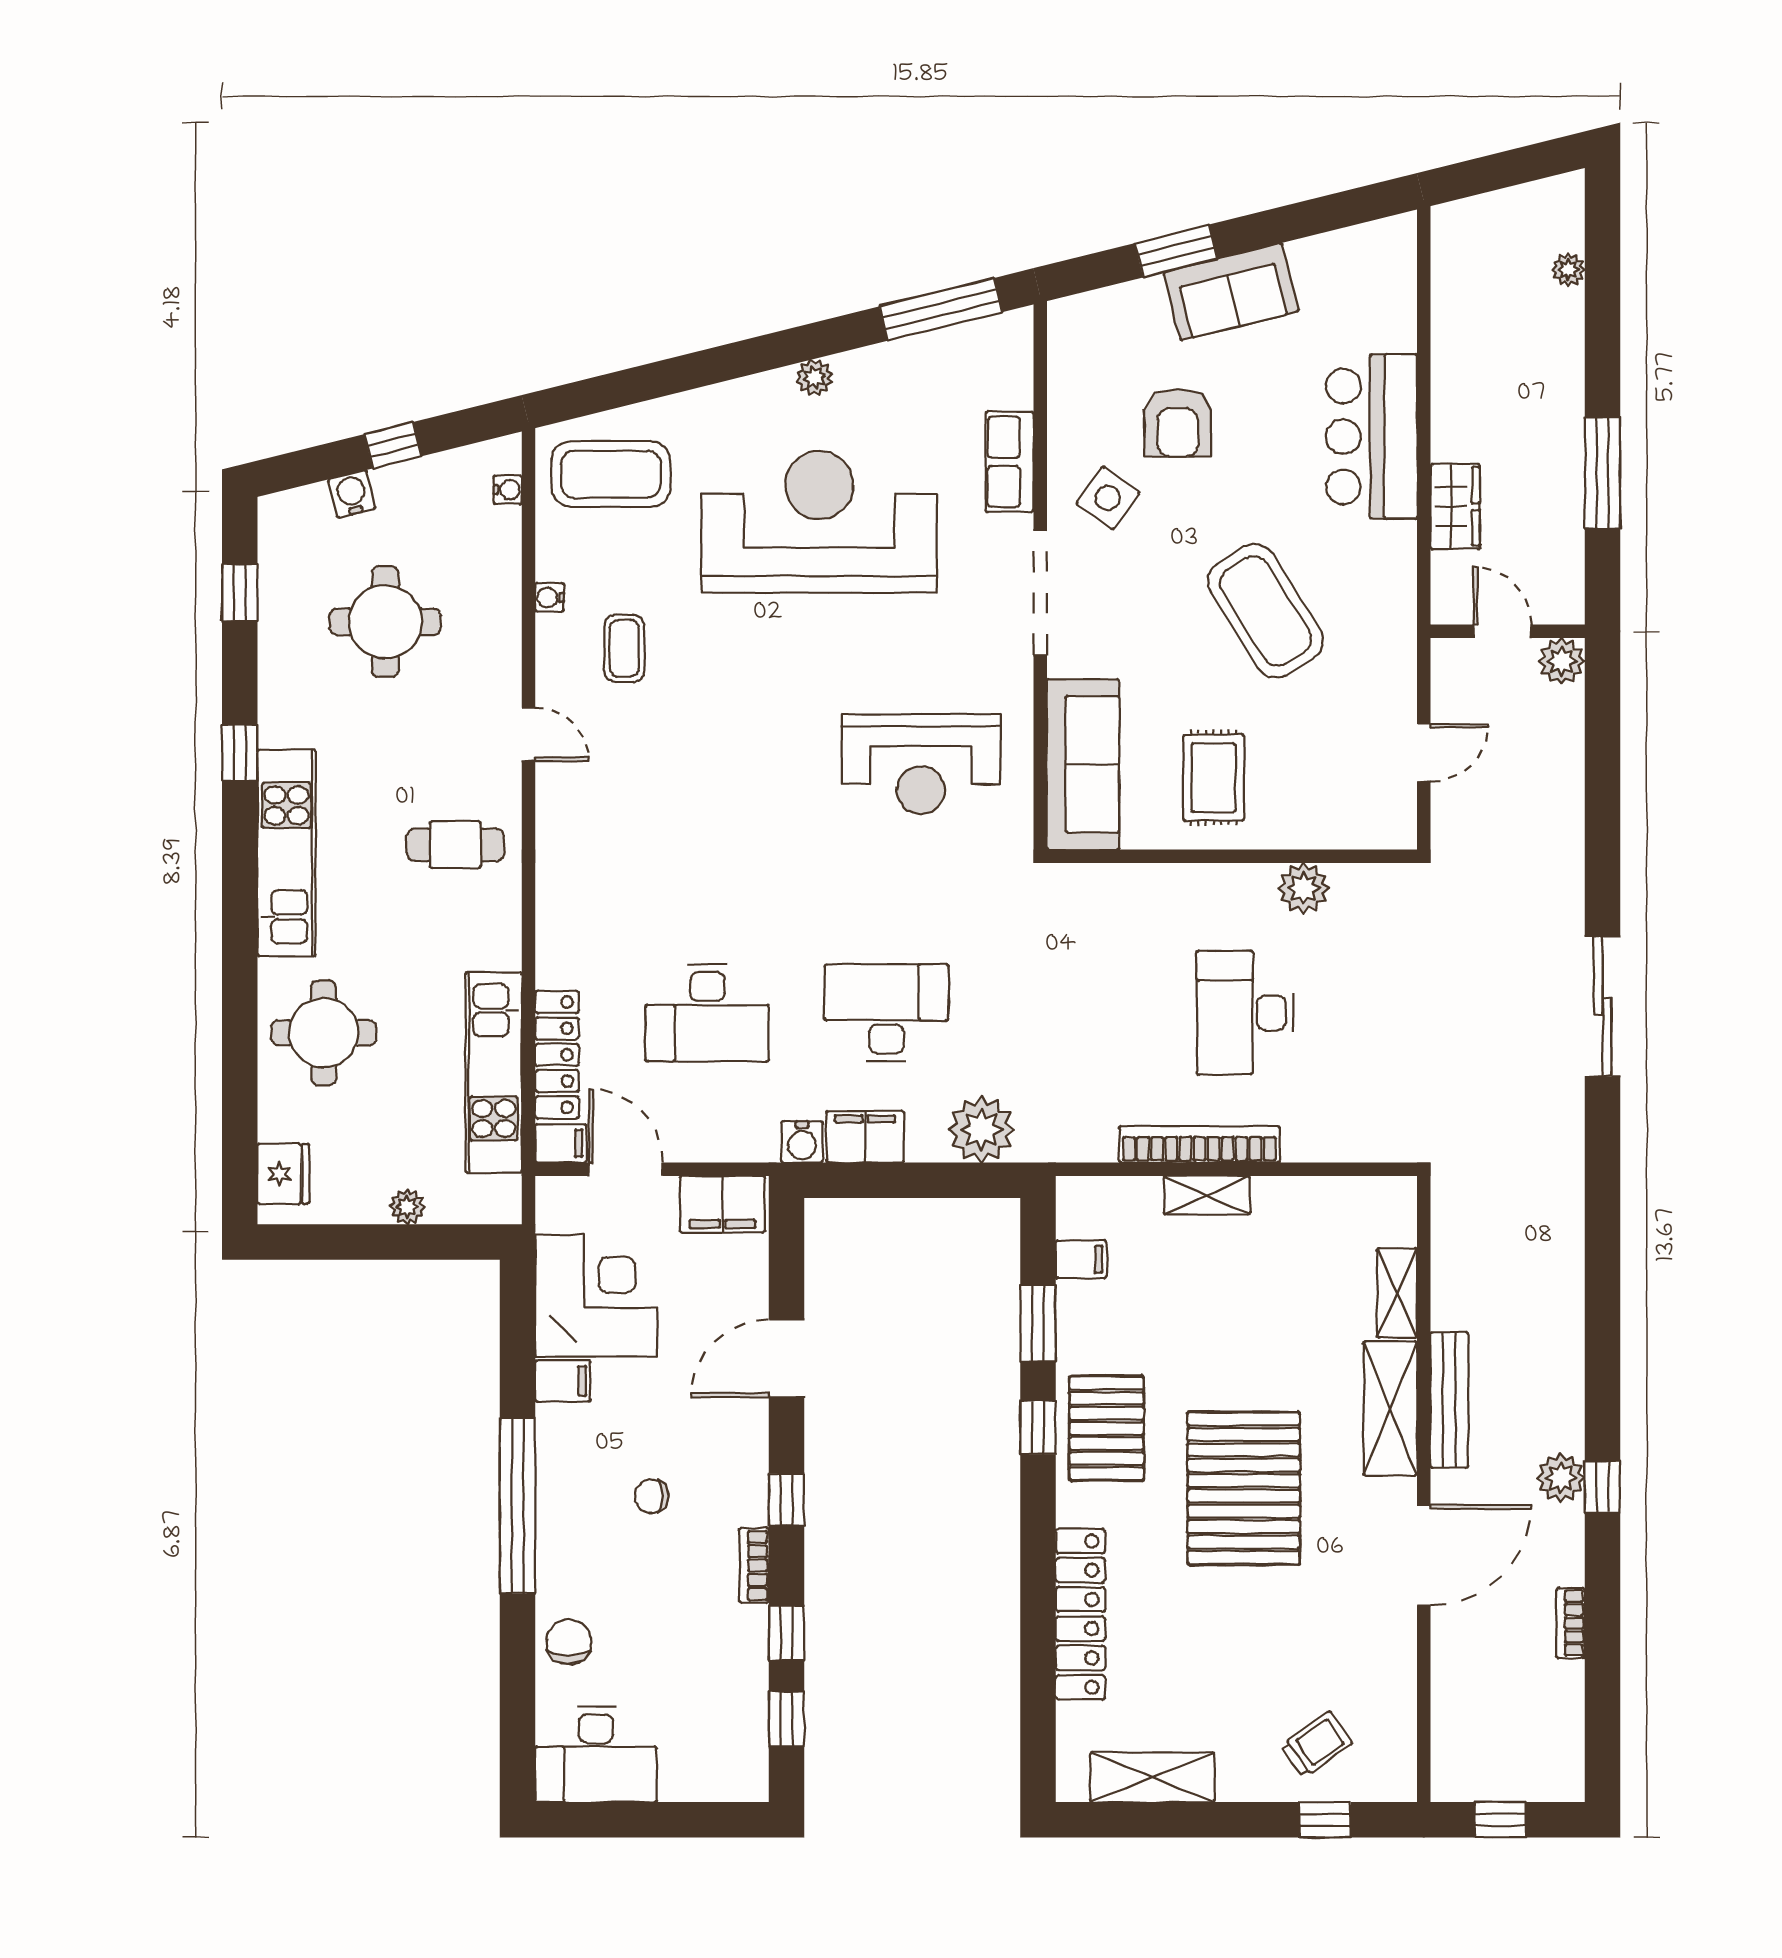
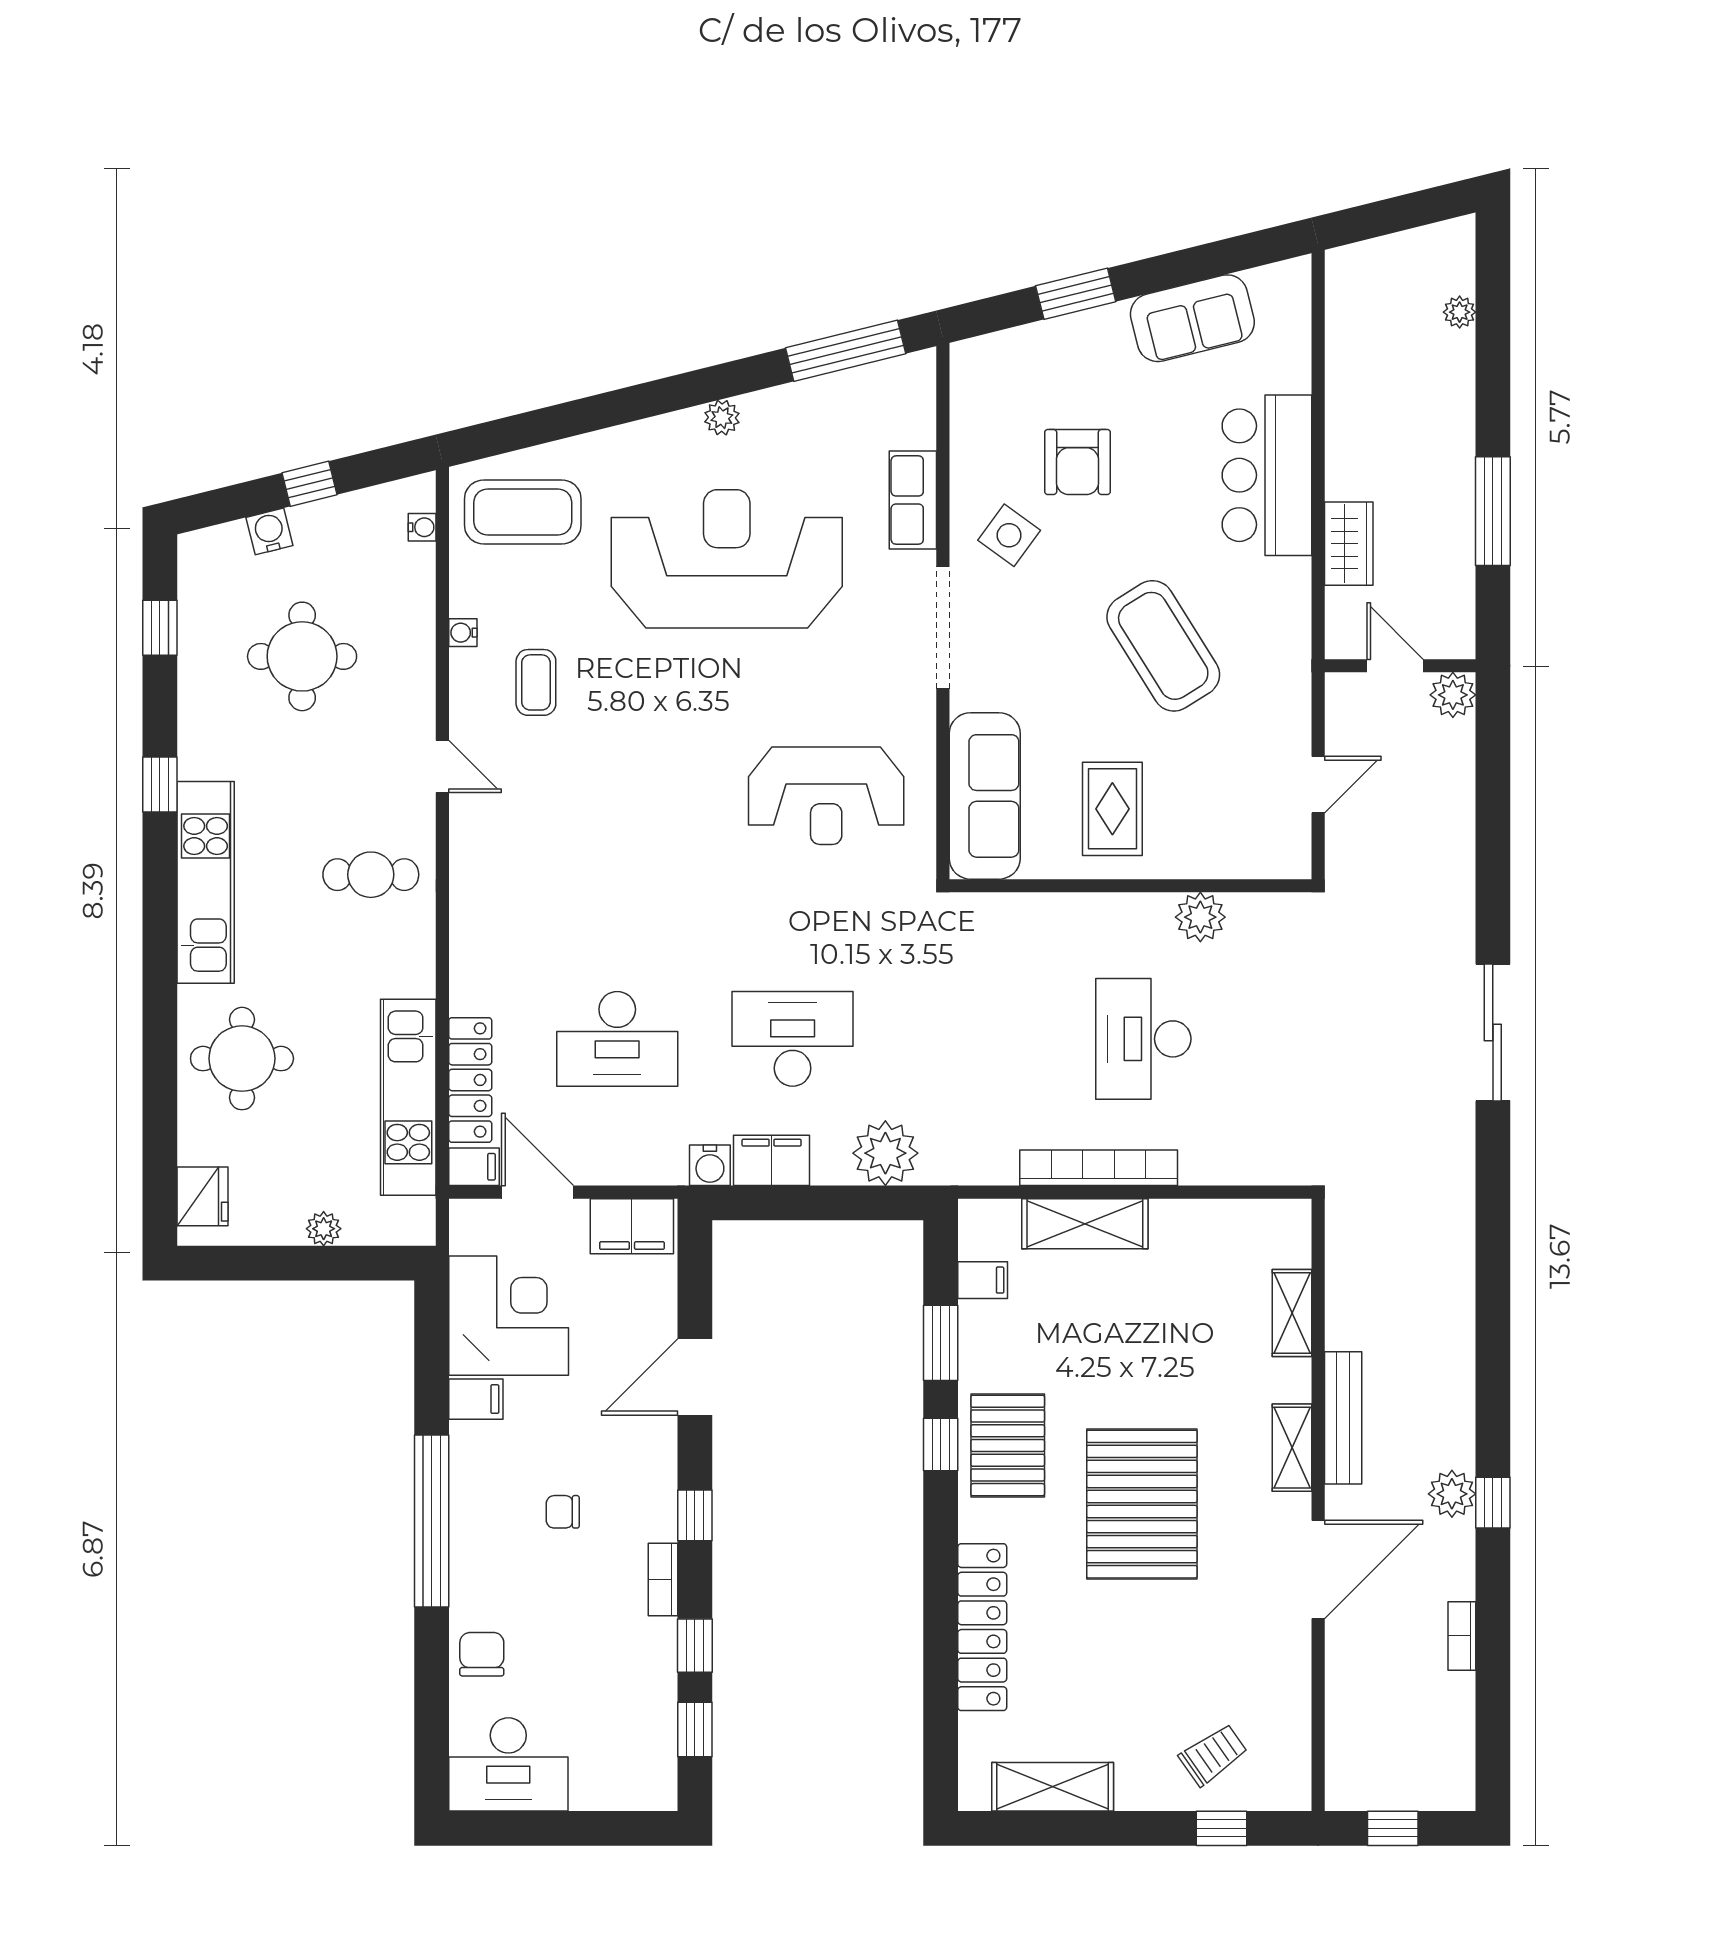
sofa: (1231, 292) -> (1192, 318), moved
shelving: (1207, 1195) -> (1085, 1224), width x1.50, depth x1.33
shelving: (1390, 1408) -> (1292, 1448), width x0.67, depth x0.75

